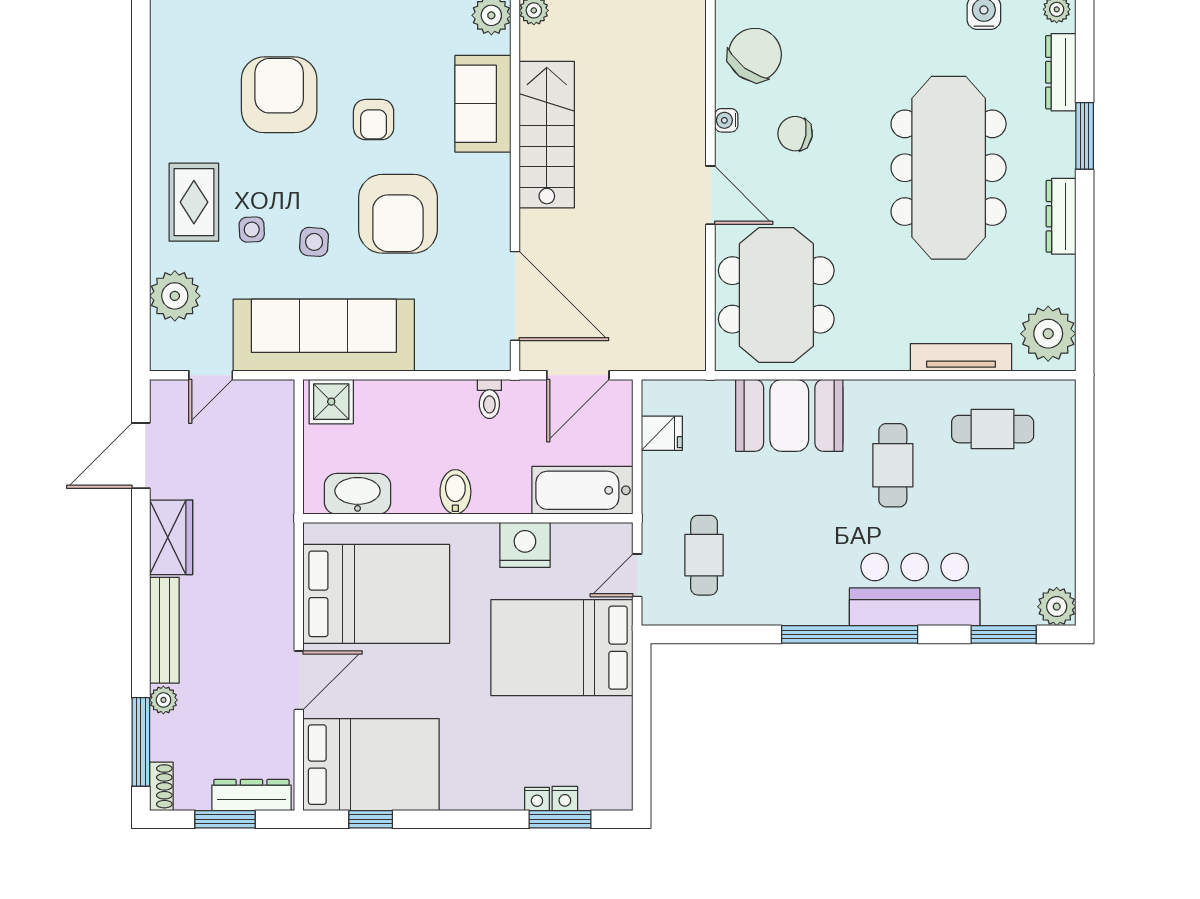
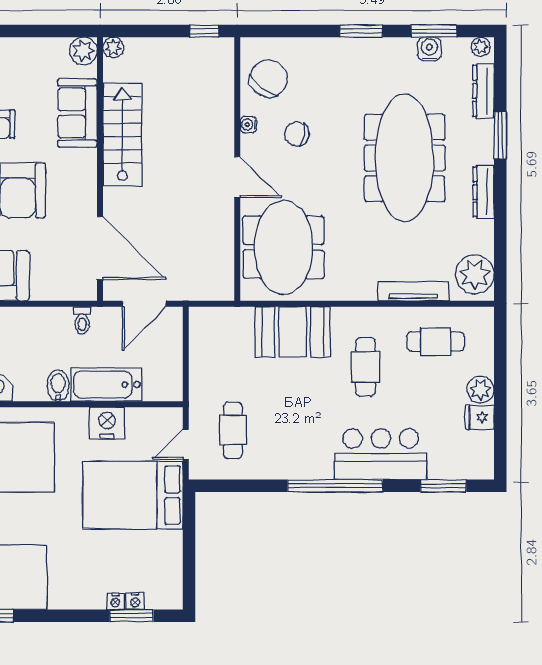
fridge: (662, 433) -> (480, 417), moved, turned 180
bathtub: (582, 490) -> (106, 385), moved
plant: (1057, 607) -> (481, 390), moved

